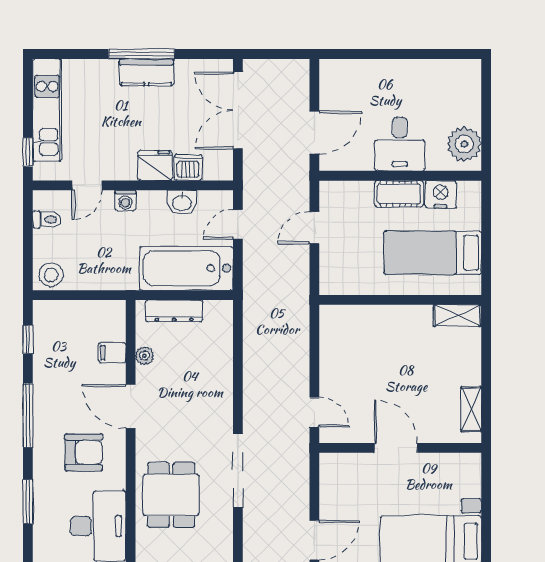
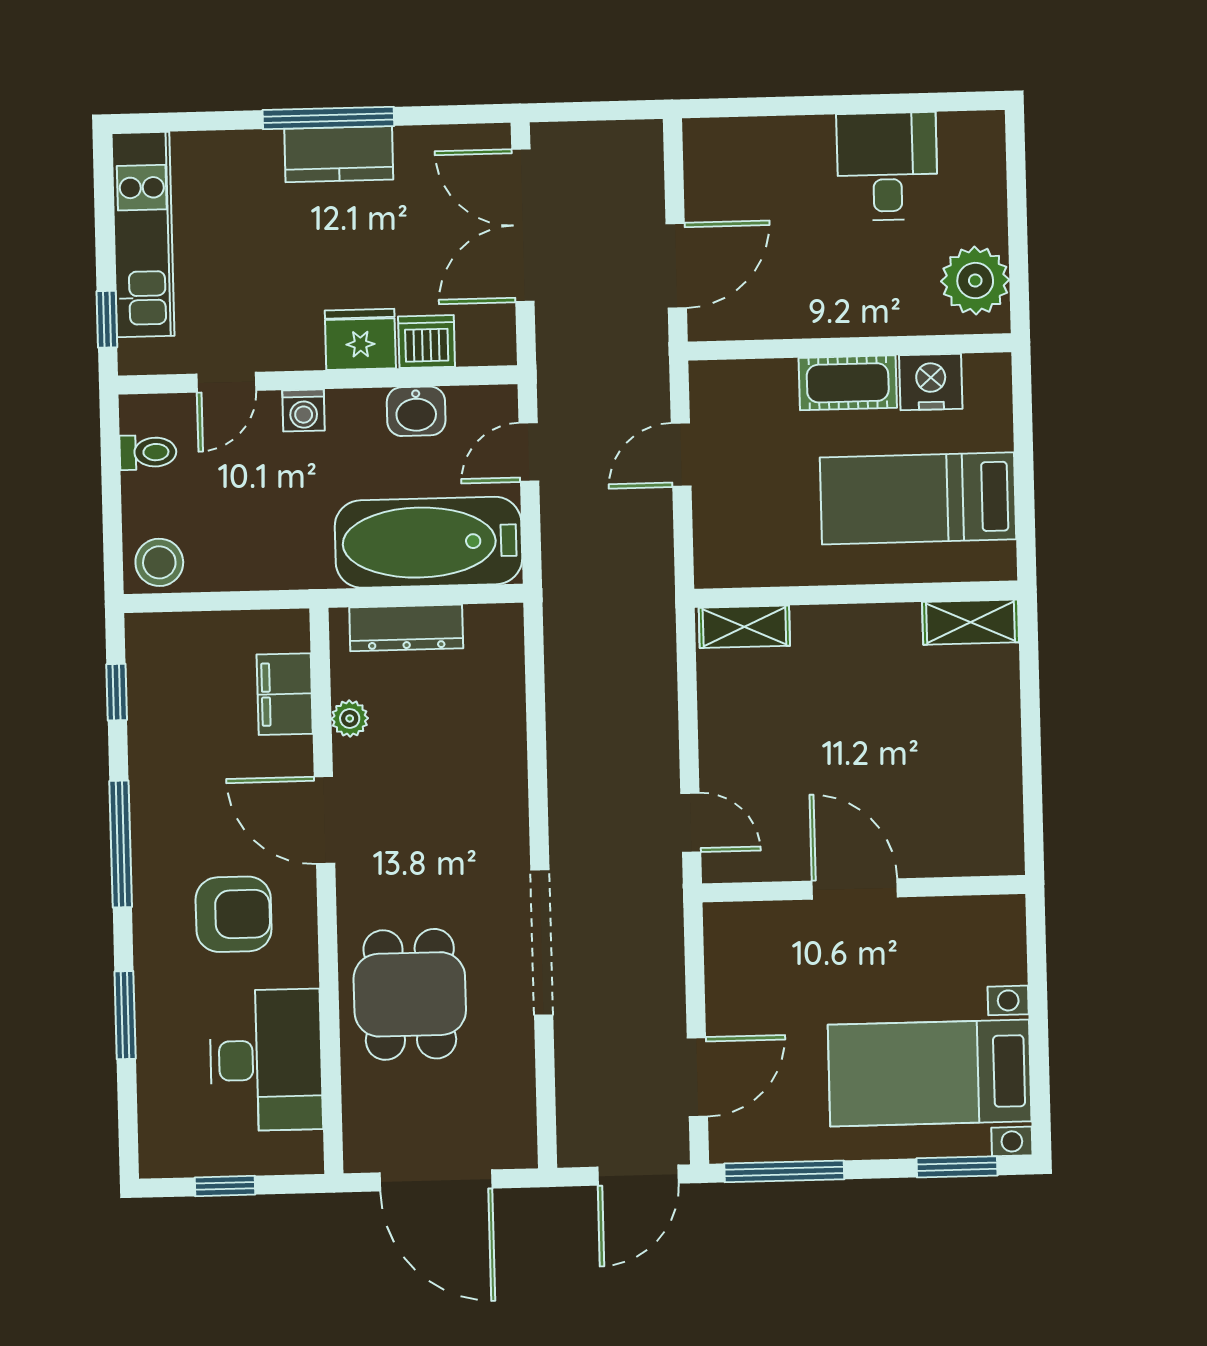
desk: (400, 144) -> (887, 166), moved, turned 180
filing cabinet: (112, 353) -> (285, 694), width x2.00
shelving: (471, 409) -> (744, 627), moved, turned 90

